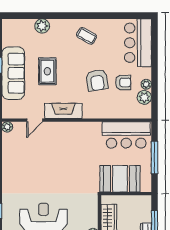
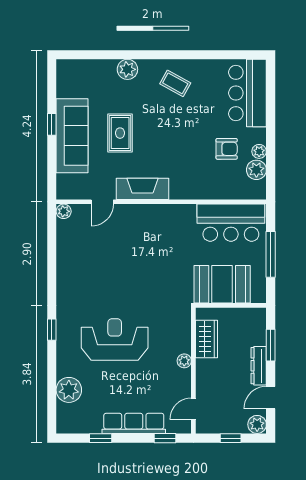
plant: (42, 26) -> (127, 69), moved
armchair: (97, 80) -> (190, 146), removed

